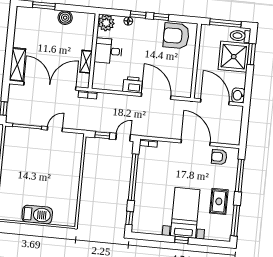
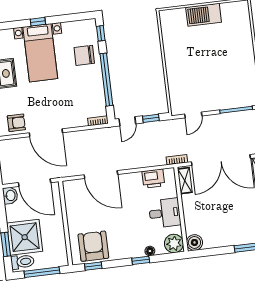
window: (161, 17) -> (93, 266), moved
boiler: (65, 18) -> (194, 242), moved
armchair: (176, 36) -> (93, 246), turned -90
shelving: (86, 62) -> (185, 181), moved
printer: (133, 85) -> (153, 179), moved
door: (55, 129) -> (193, 115), moved
chair: (148, 202) -> (84, 55), added

